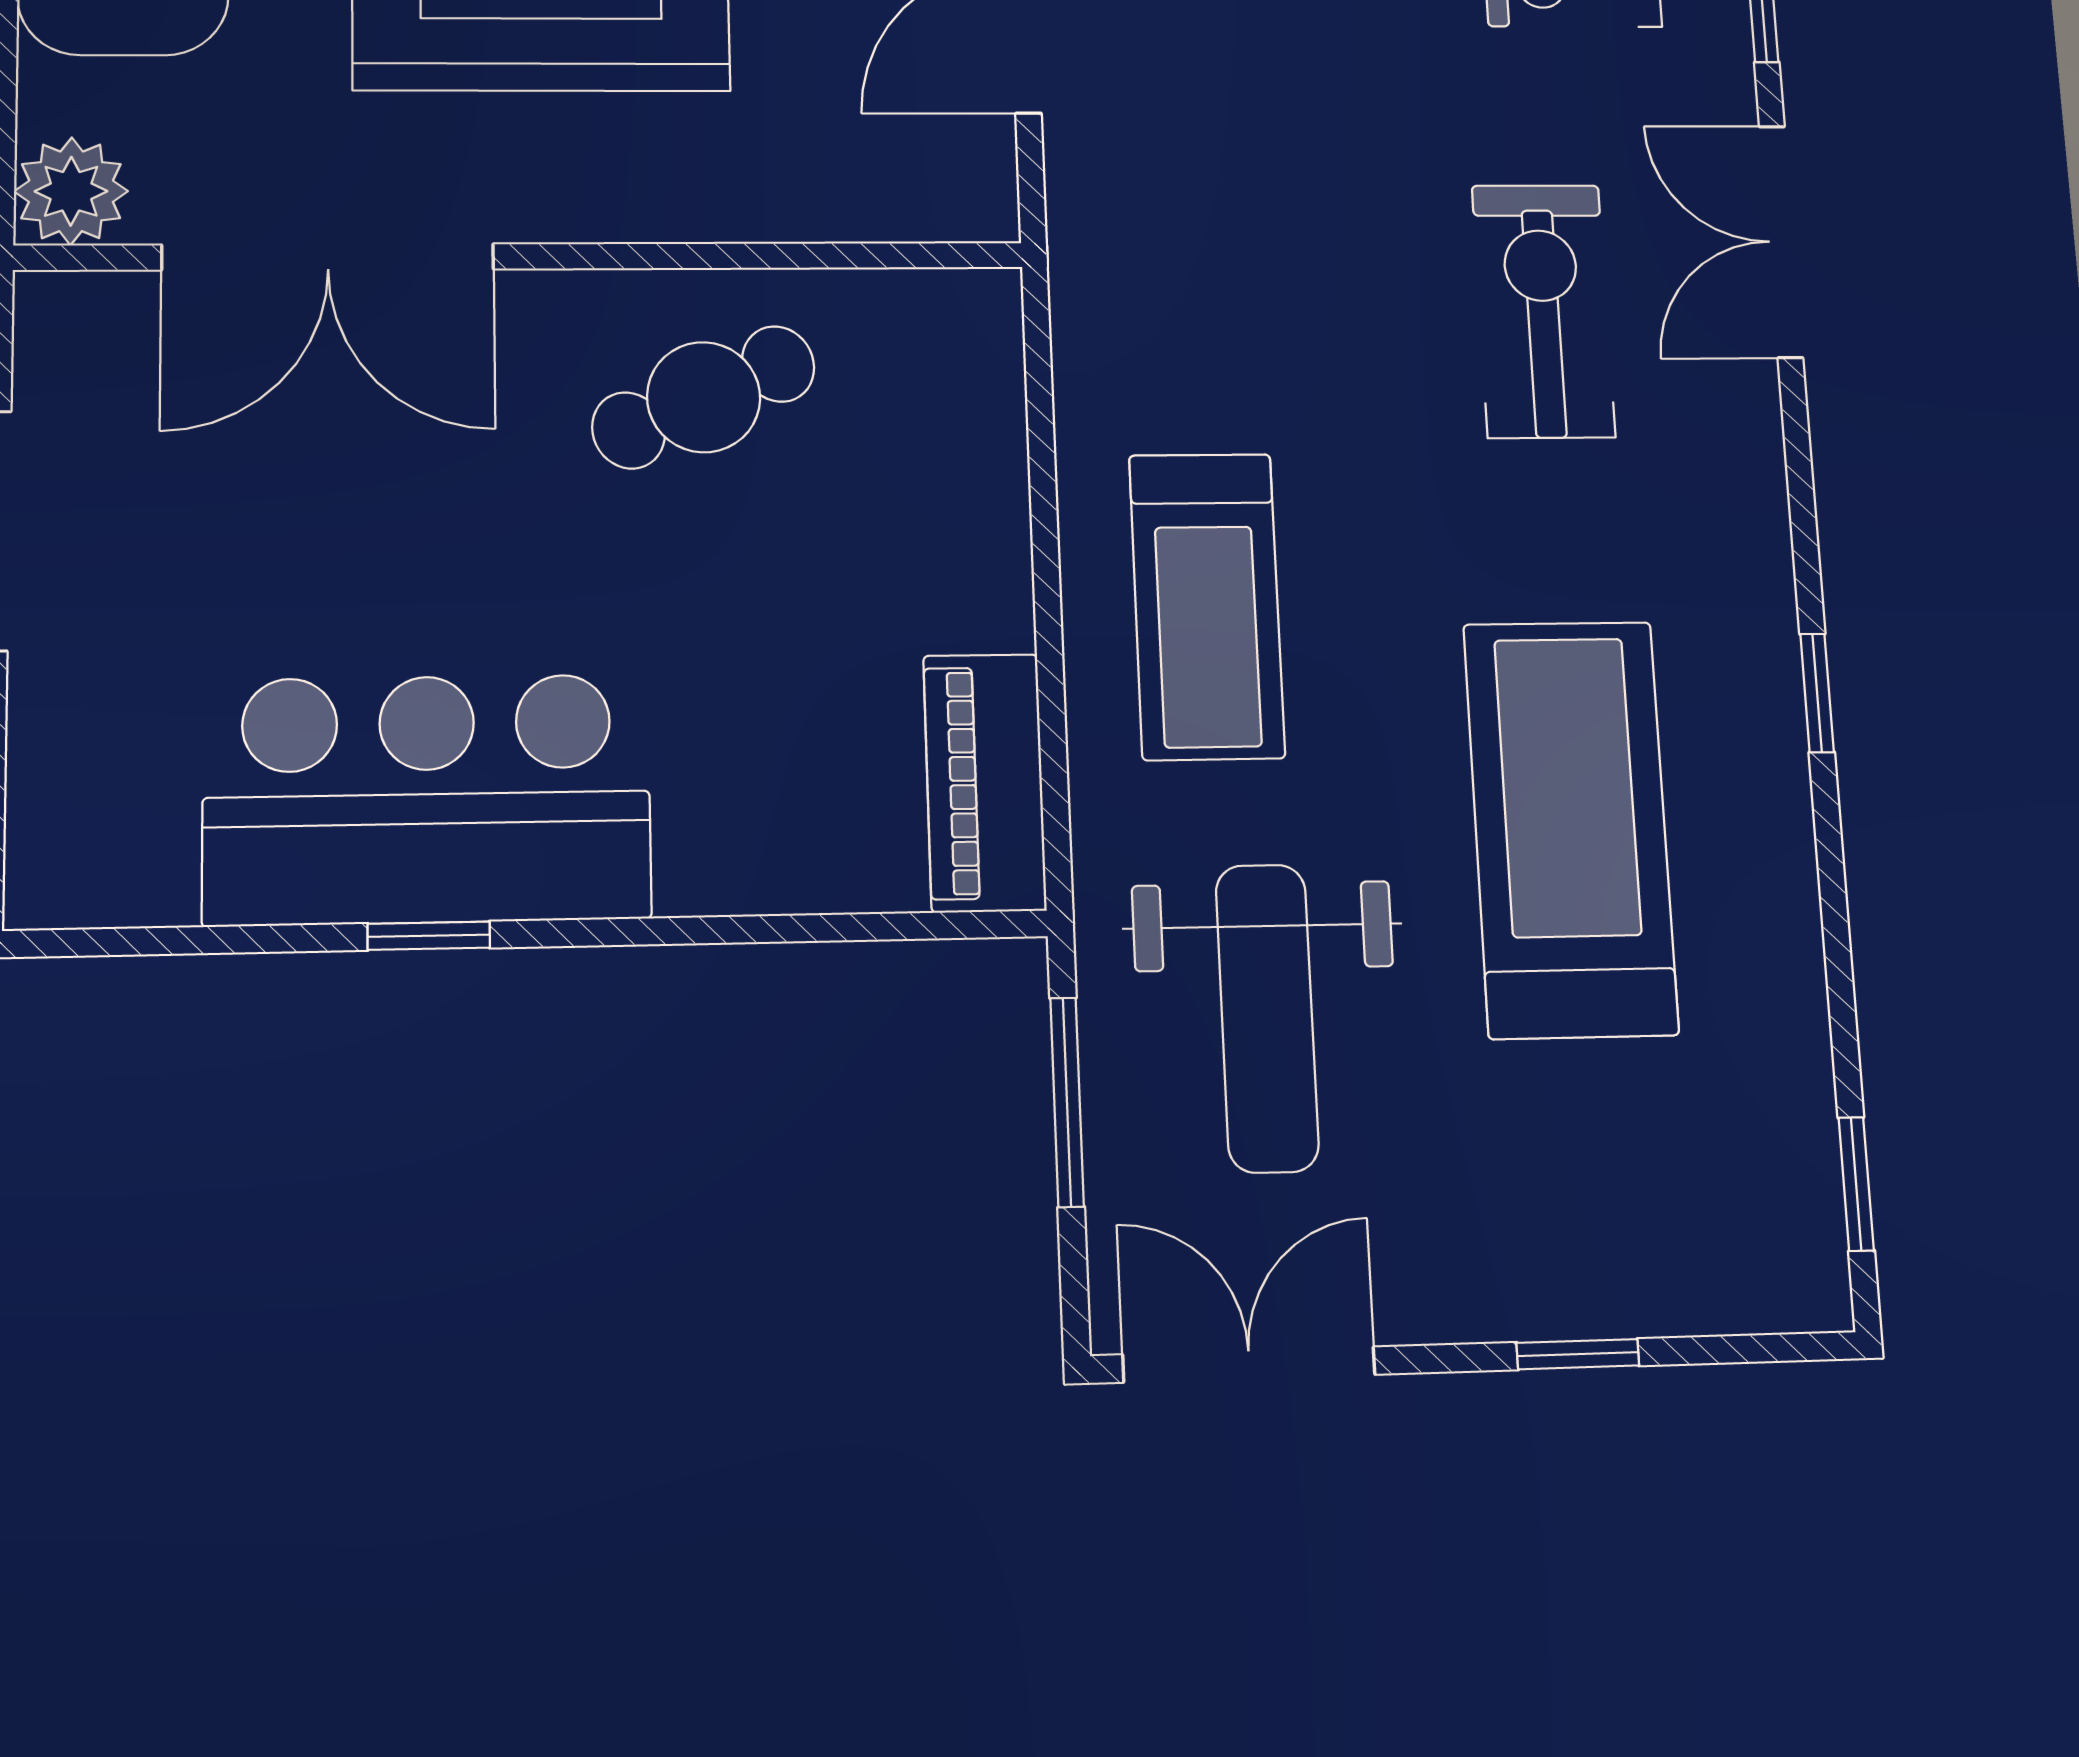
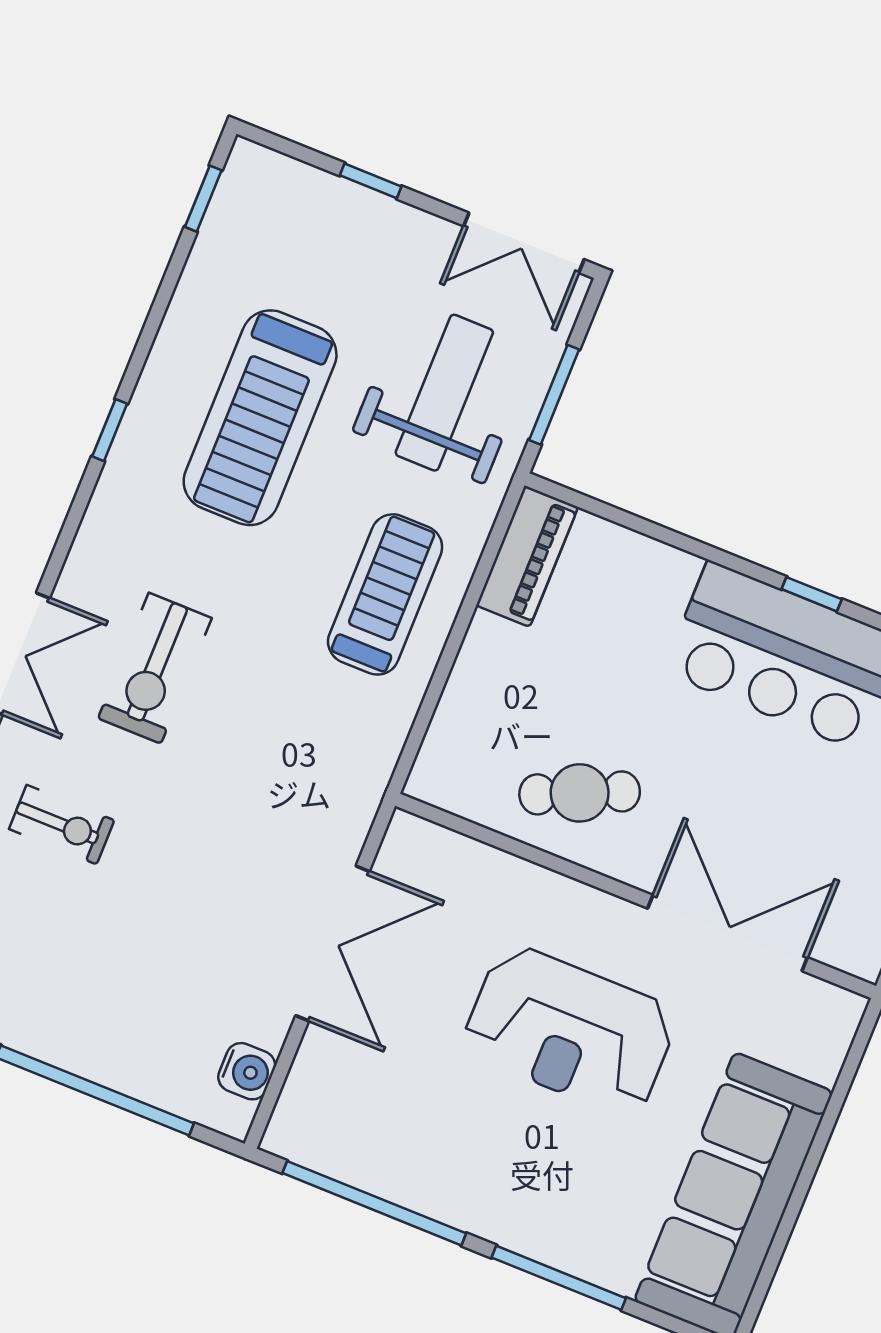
plant: (71, 191) -> (834, 1014), removed

